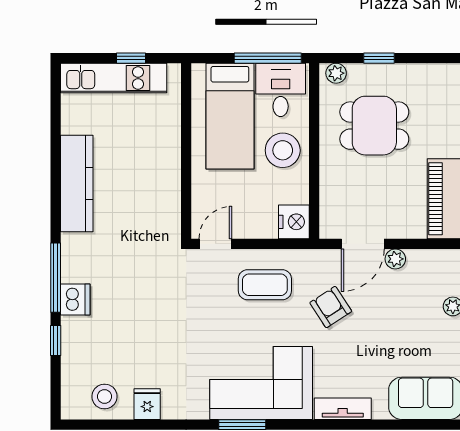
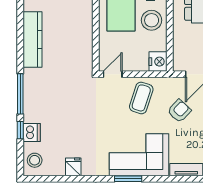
coffee table: (265, 285) -> (141, 98), turned -72
dishwasher: (75, 300) -> (32, 132), moved
armchair: (331, 307) -> (179, 111), turned 76
stool: (105, 397) -> (35, 160), moved

